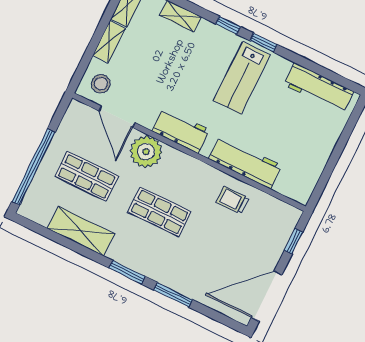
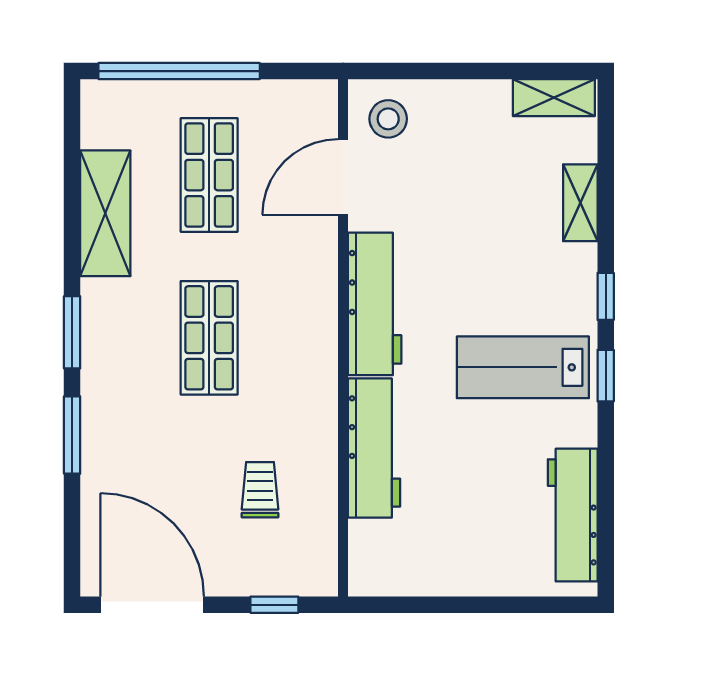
shelving: (109, 42) -> (471, 97), removed
workbench: (181, 130) -> (375, 304), width x1.38
plant: (146, 152) -> (306, 260), removed
trolley: (232, 200) -> (260, 490), moved

